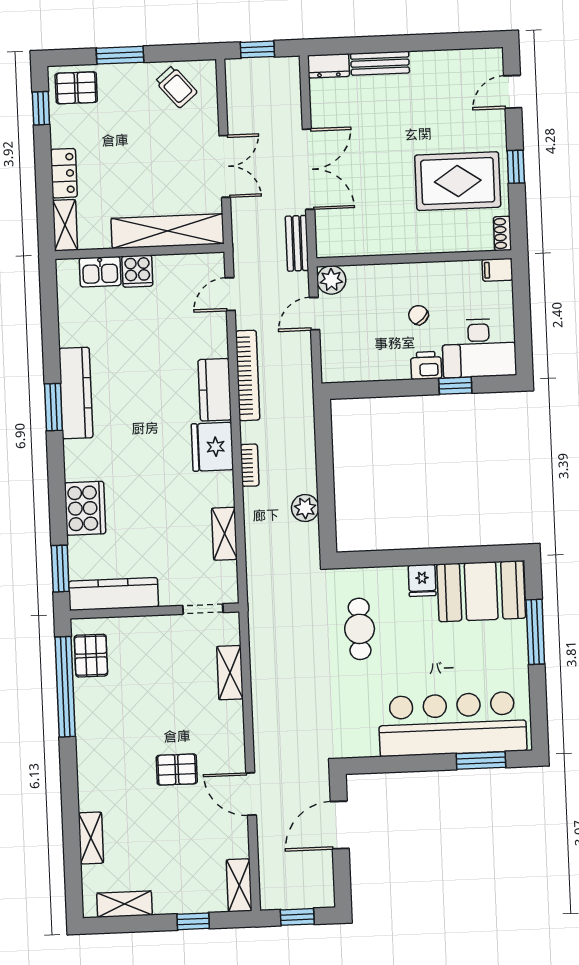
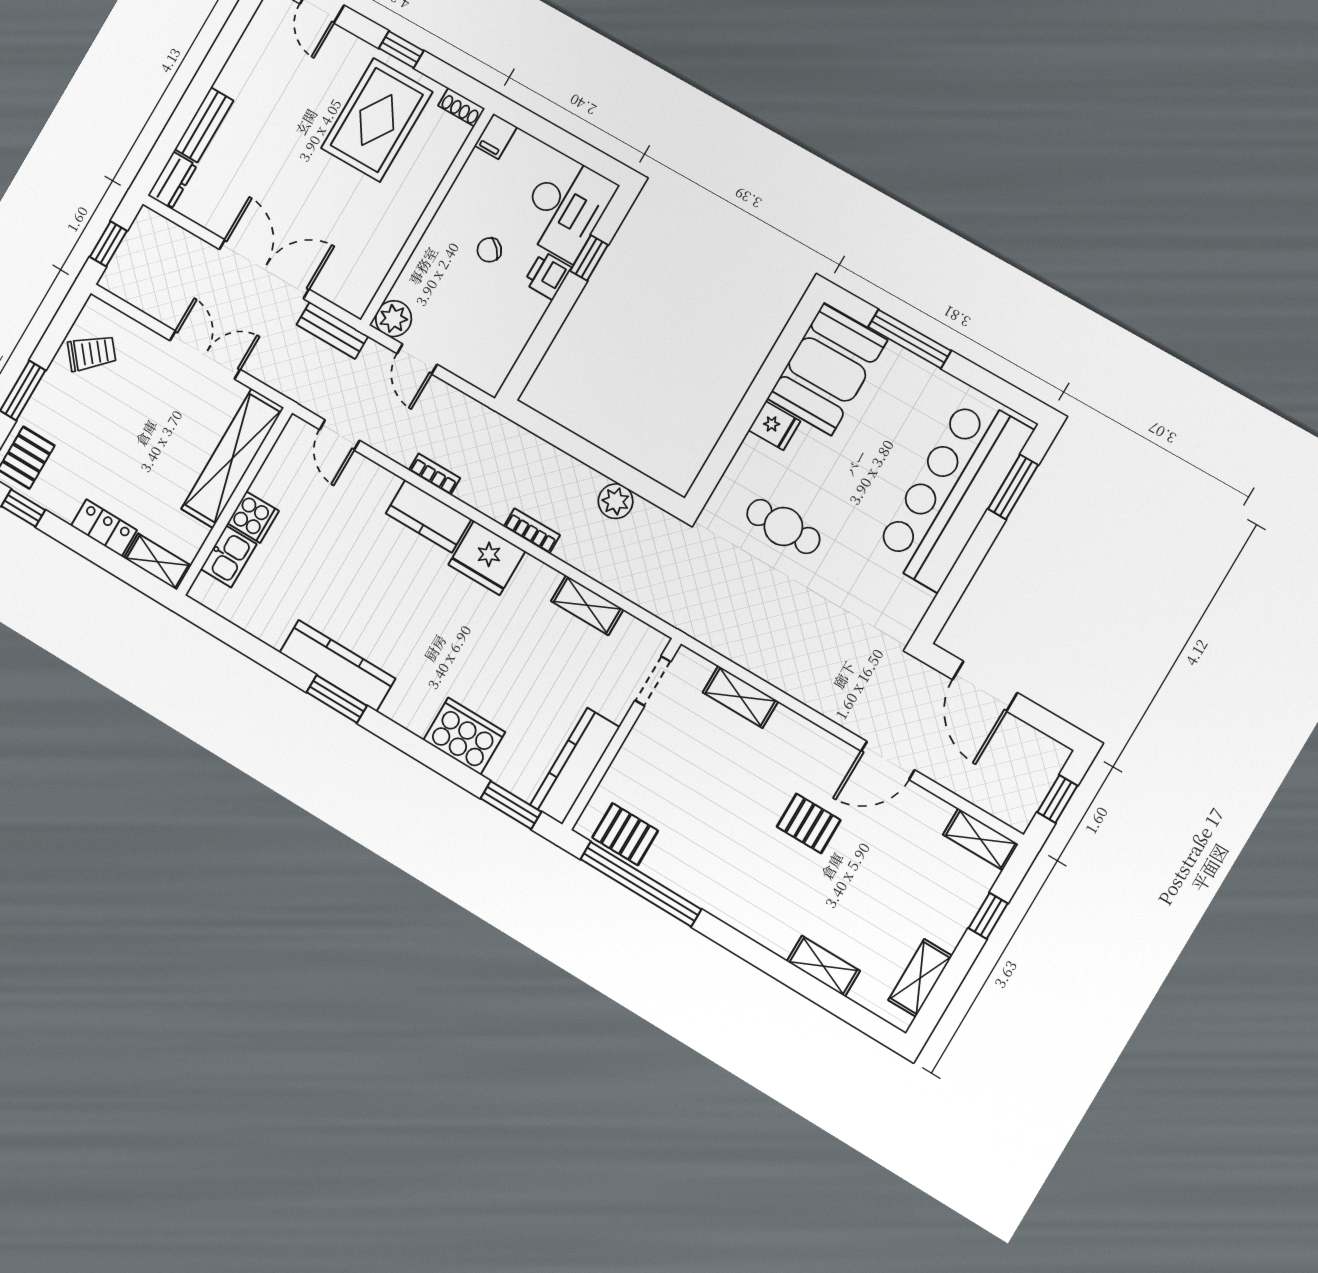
bookcase: (248, 375) -> (435, 474), width x0.43, depth x0.76
pallet: (177, 770) -> (809, 823), turned 90

